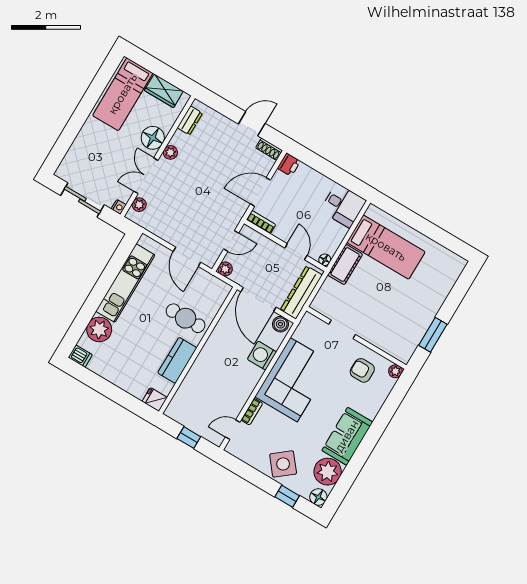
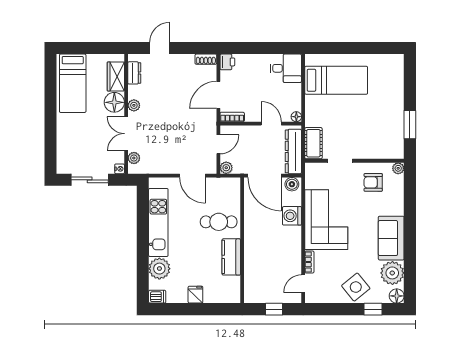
wardrobe: (164, 91) -> (116, 76), moved, turned 90
door: (252, 124) -> (160, 48), moved
cot: (345, 265) -> (313, 143), moved
fridge: (155, 399) -> (195, 295), moved, turned 90

